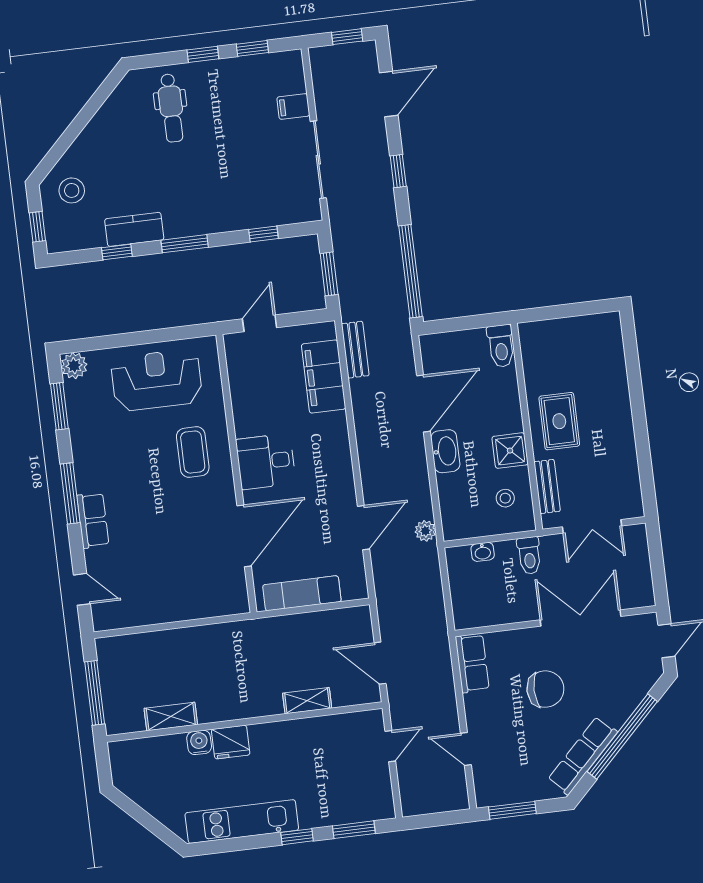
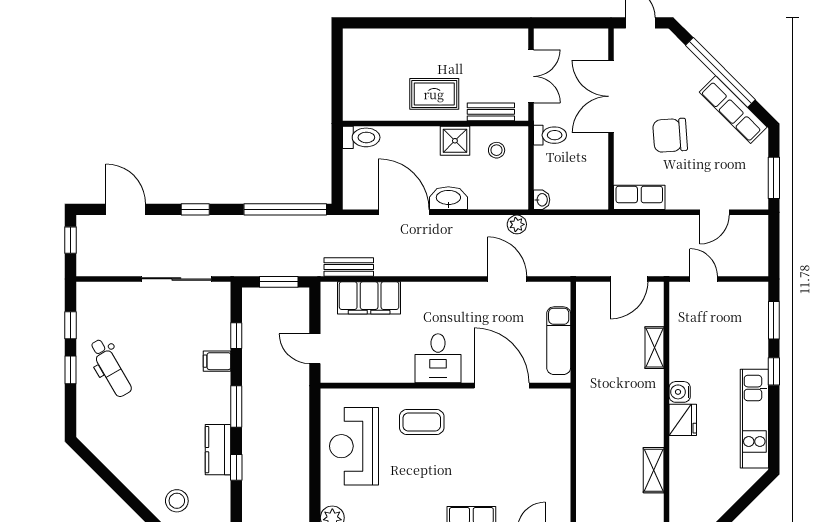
filing cabinet: (293, 106) -> (217, 361), moved, turned 90
dental chair: (171, 108) -> (111, 368), moved, turned 60
washbasin: (483, 552) -> (542, 200), moved
chair: (545, 689) -> (670, 135), turned -94
water cooler: (199, 742) -> (680, 392), moved

